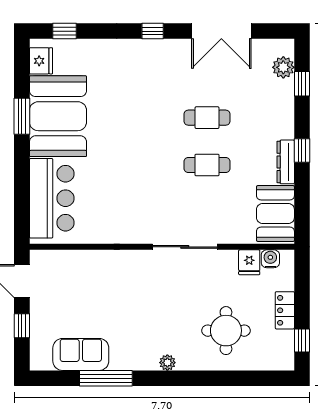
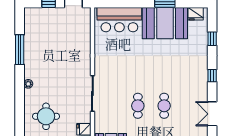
window: (65, 31) -> (212, 39), moved
double door: (221, 31) -> (212, 114), width x0.73
sofa: (81, 354) -> (33, 36), removed

